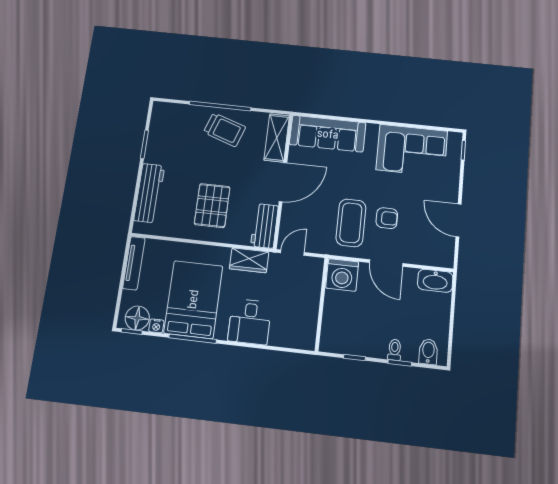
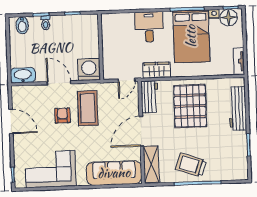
pallet: (212, 206) -> (190, 106), width x1.37, depth x1.41
armchair: (387, 218) -> (62, 115), turned 90
tv unit: (134, 263) -> (239, 61), width x0.71

